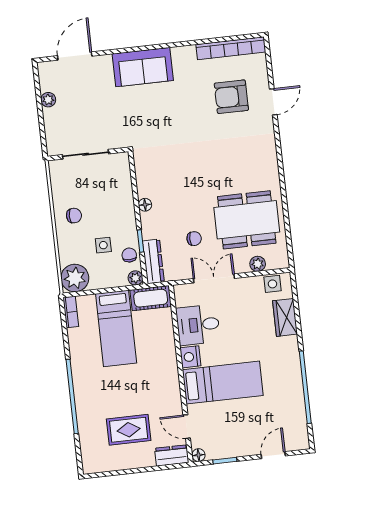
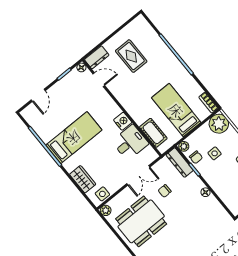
plant: (258, 264) -> (106, 210), moved
cot: (151, 298) -> (153, 133), moved, turned 90
bed: (223, 383) -> (74, 138), moved, turned 180
rug: (129, 430) -> (131, 56), turned 90

